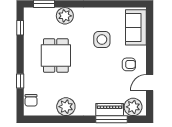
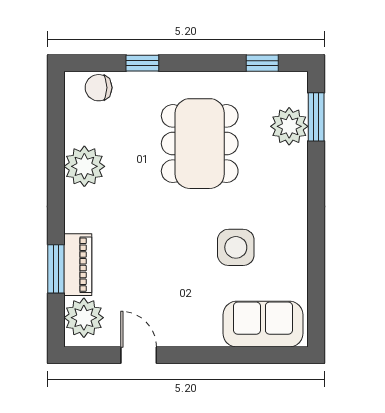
plant: (65, 16) -> (289, 126), moved
dining table: (56, 55) -> (200, 144), width x1.38
armchair: (129, 64) -> (180, 308), removed
window: (111, 119) -> (56, 269), width x0.69

